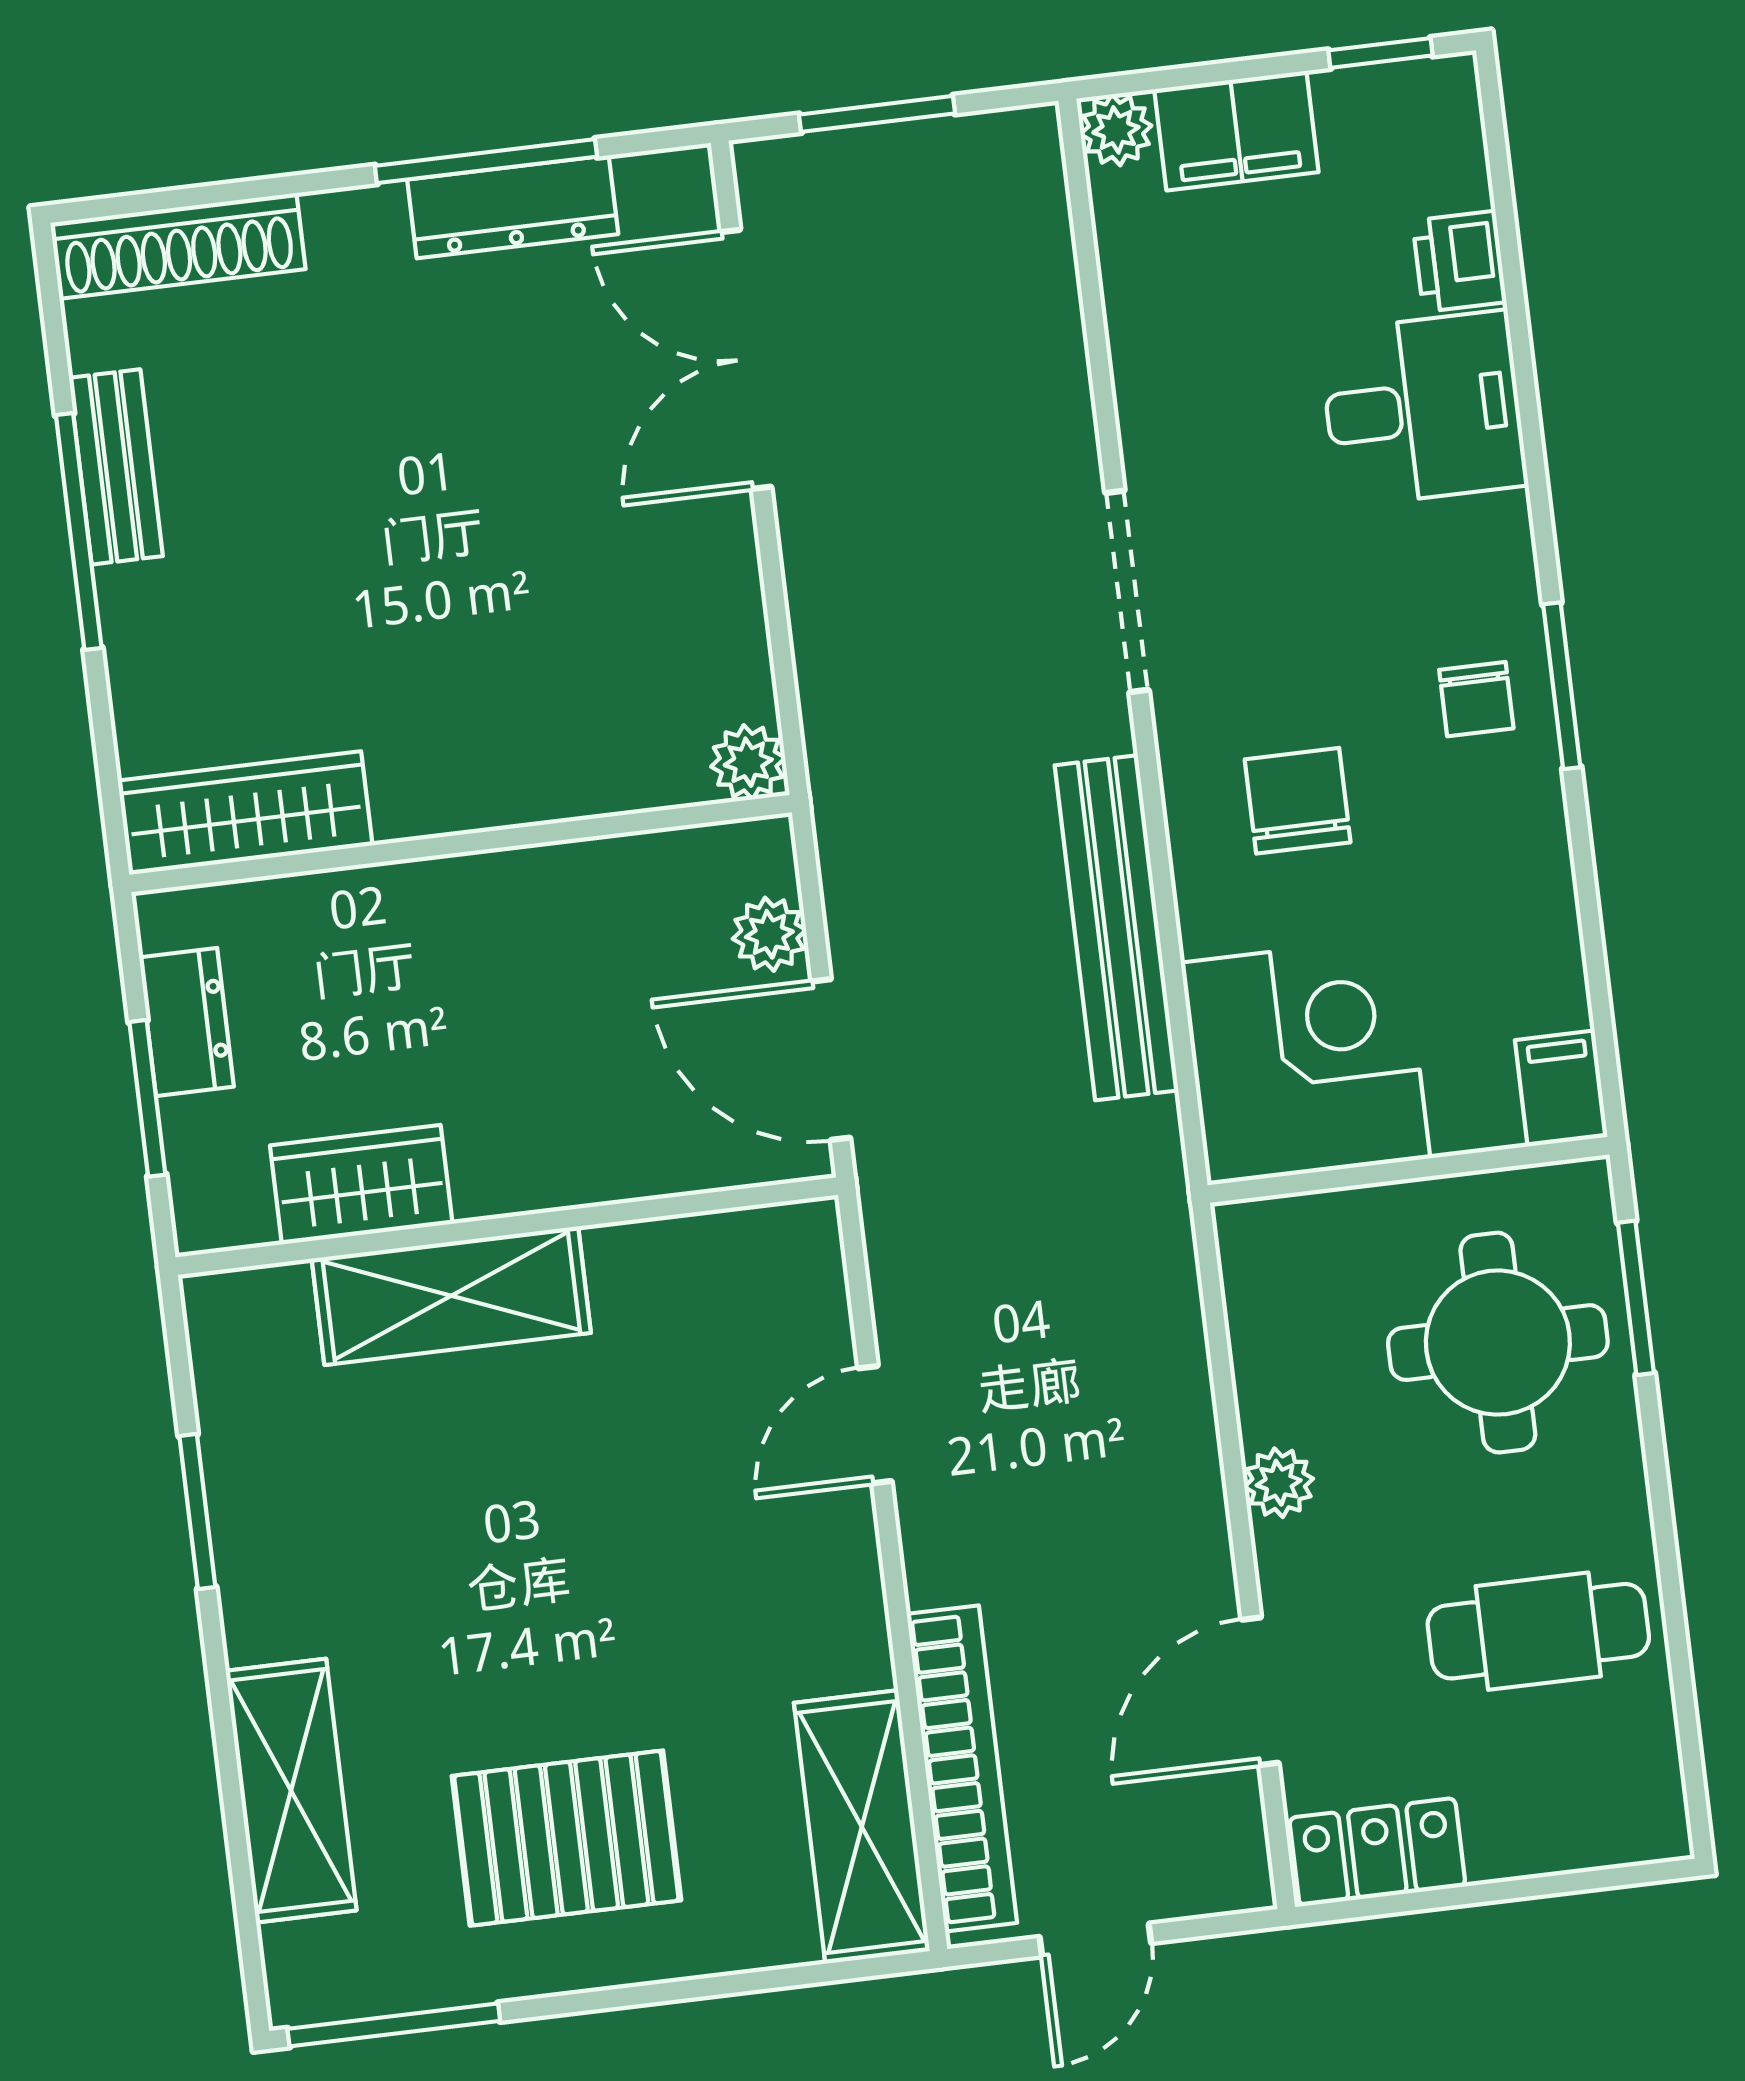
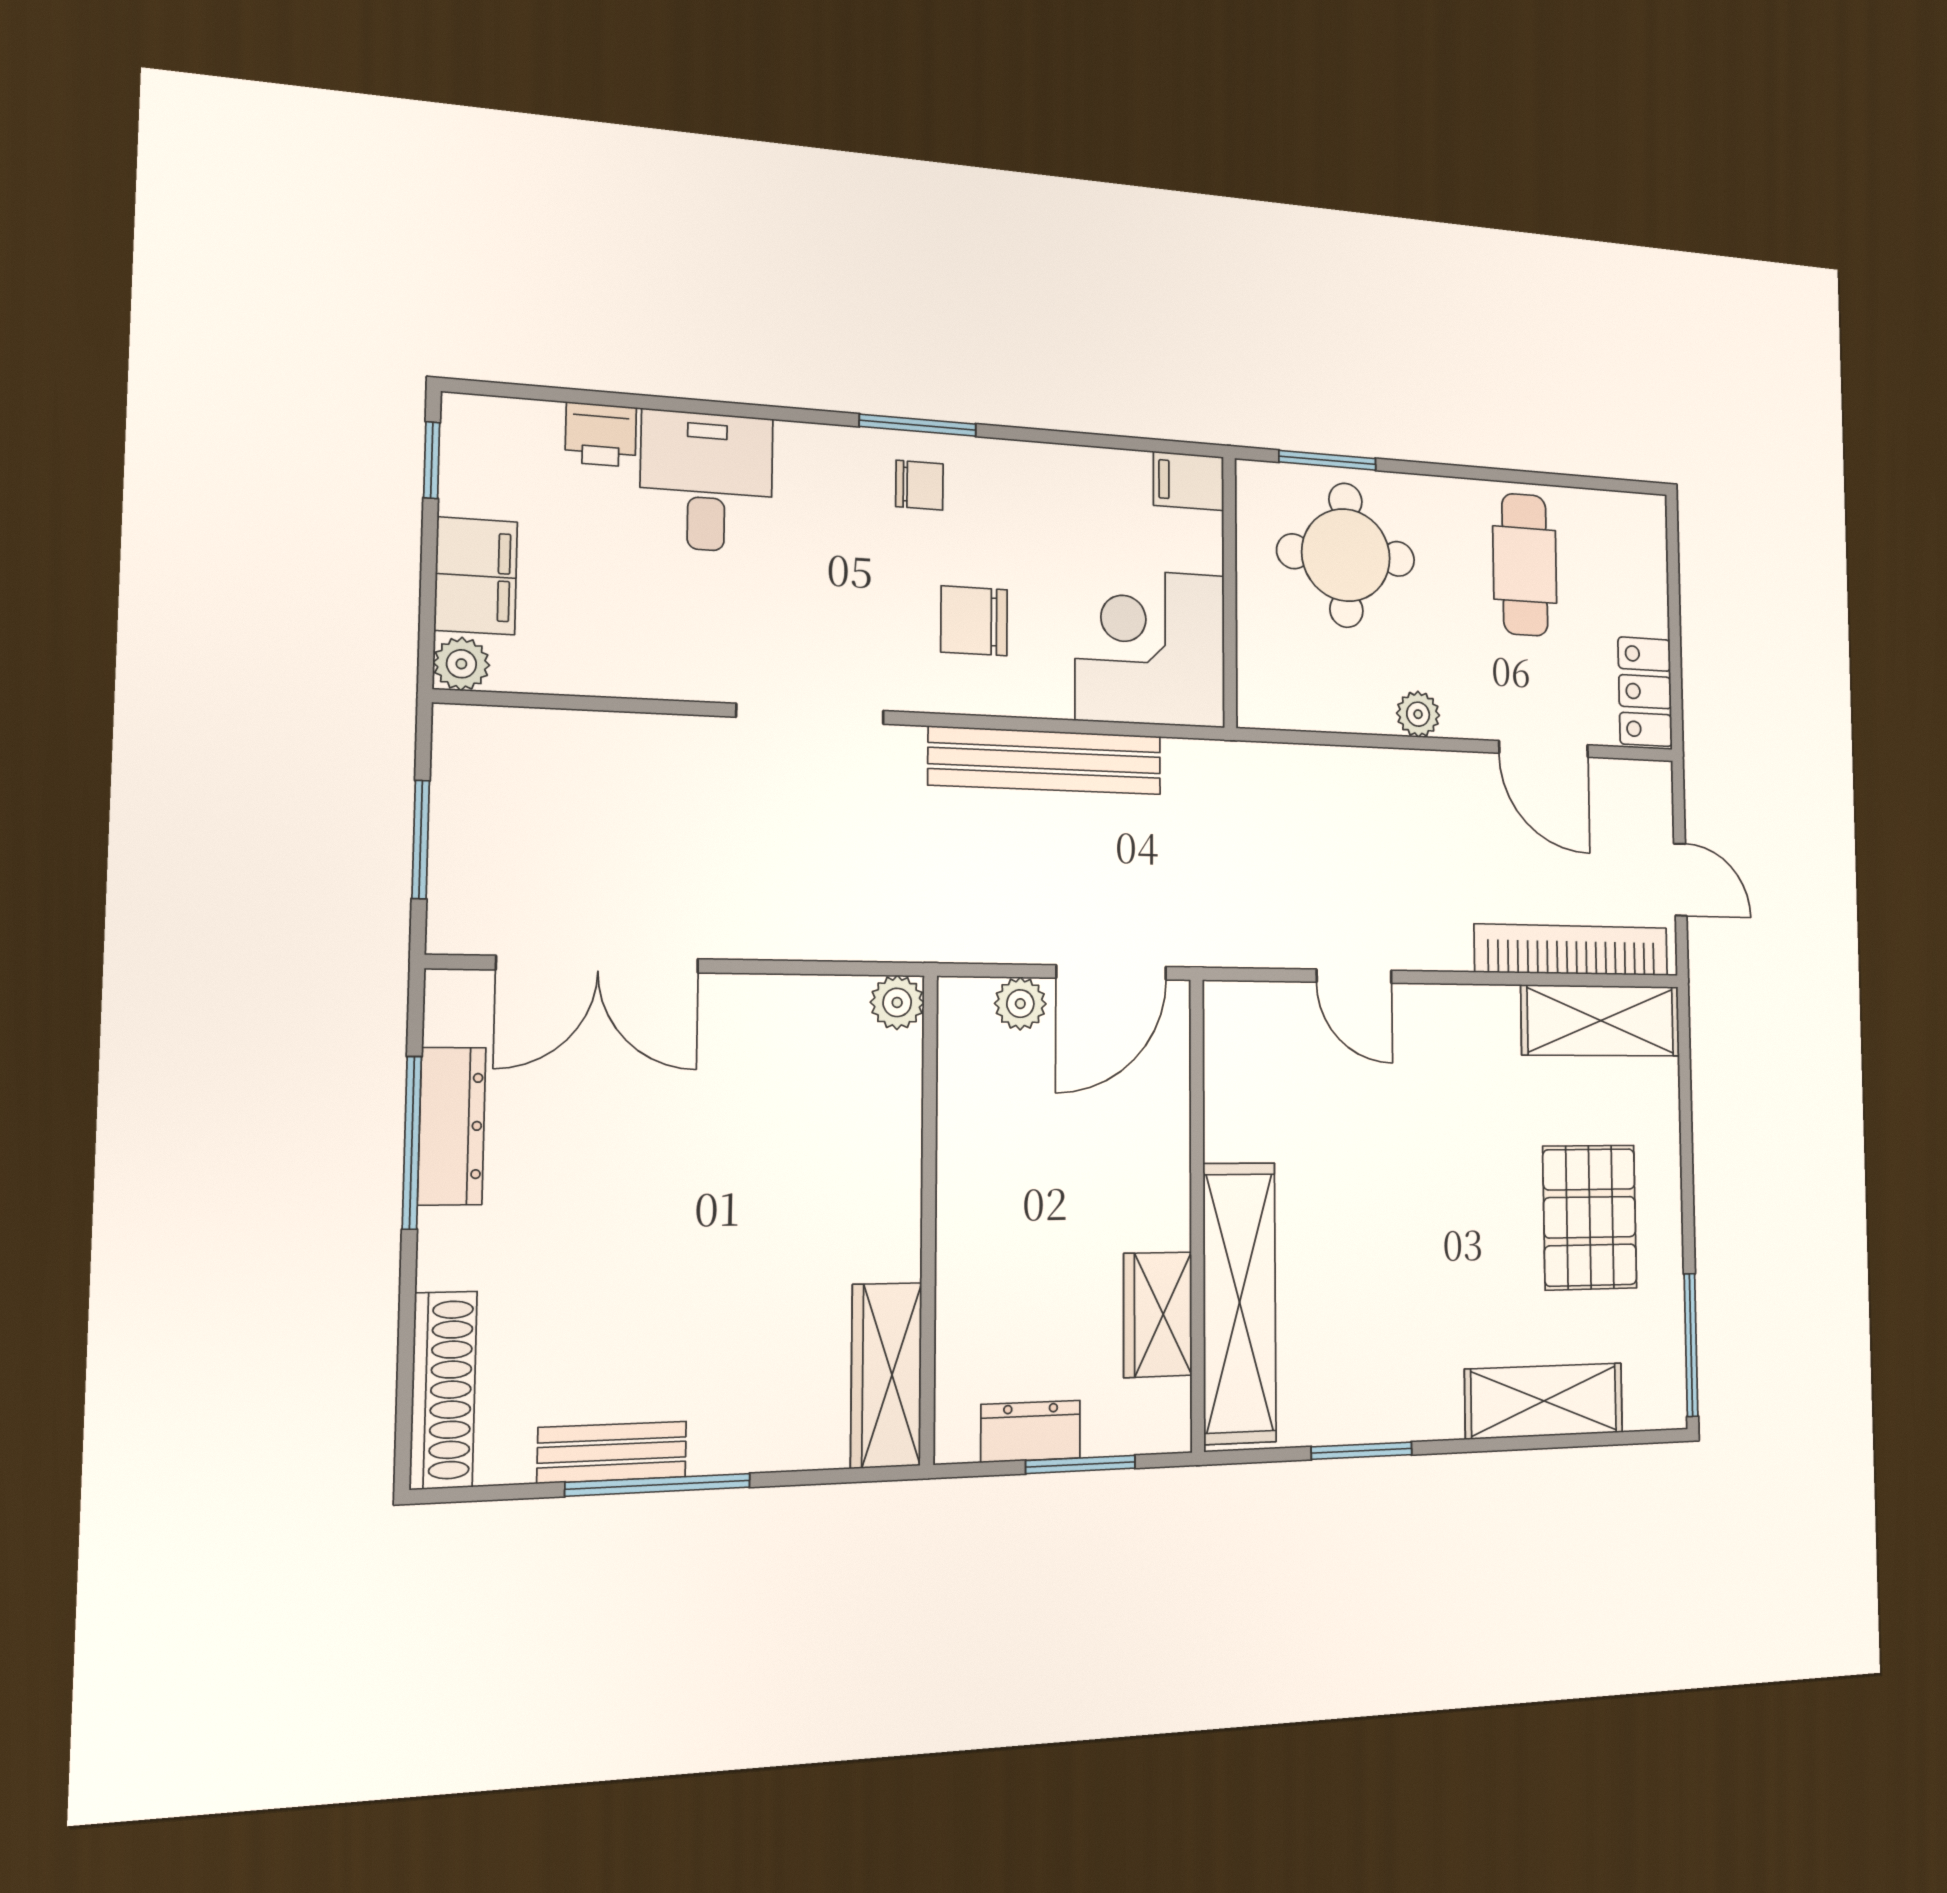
shelving: (451, 1296) -> (1240, 1303), width x1.47

